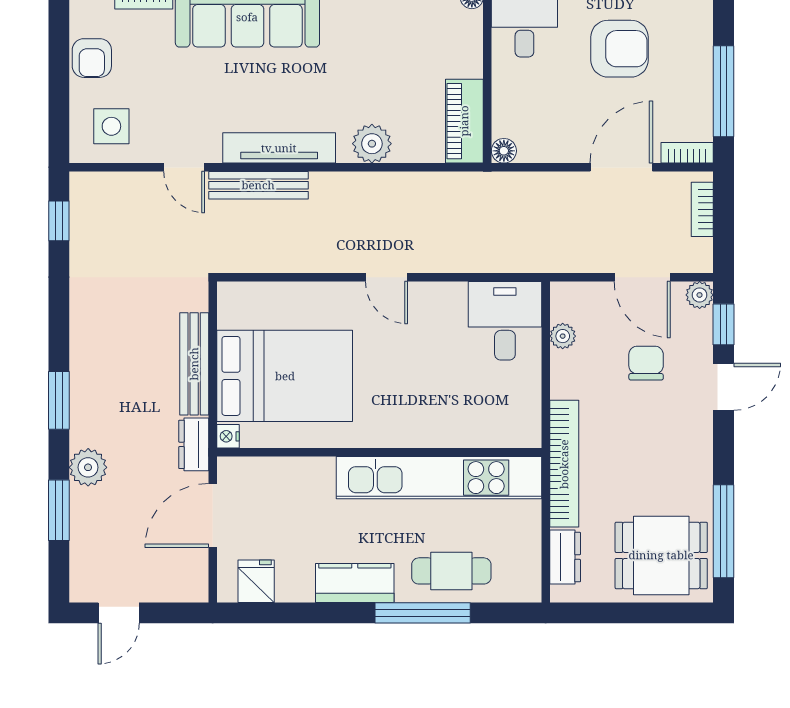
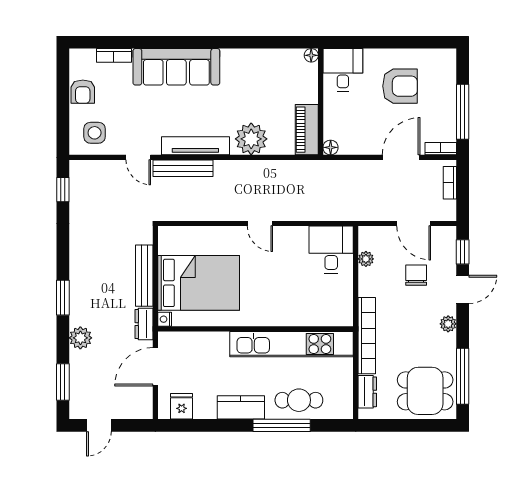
plant: (372, 144) -> (251, 139), width x1.36, depth x1.36
plant: (700, 295) -> (448, 324), moved
window: (59, 510) -> (63, 382), moved

